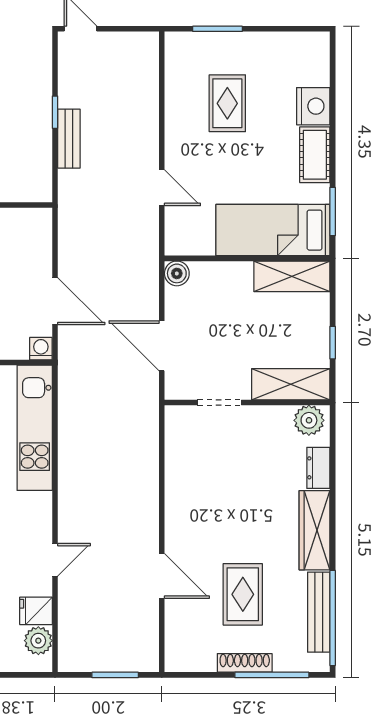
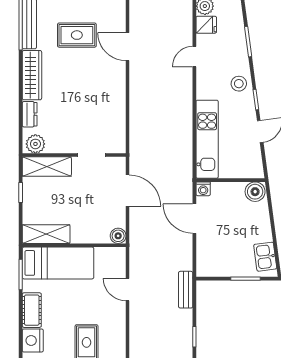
bench: (69, 139) -> (186, 290), moved
rug: (243, 594) -> (77, 35), turned 90

